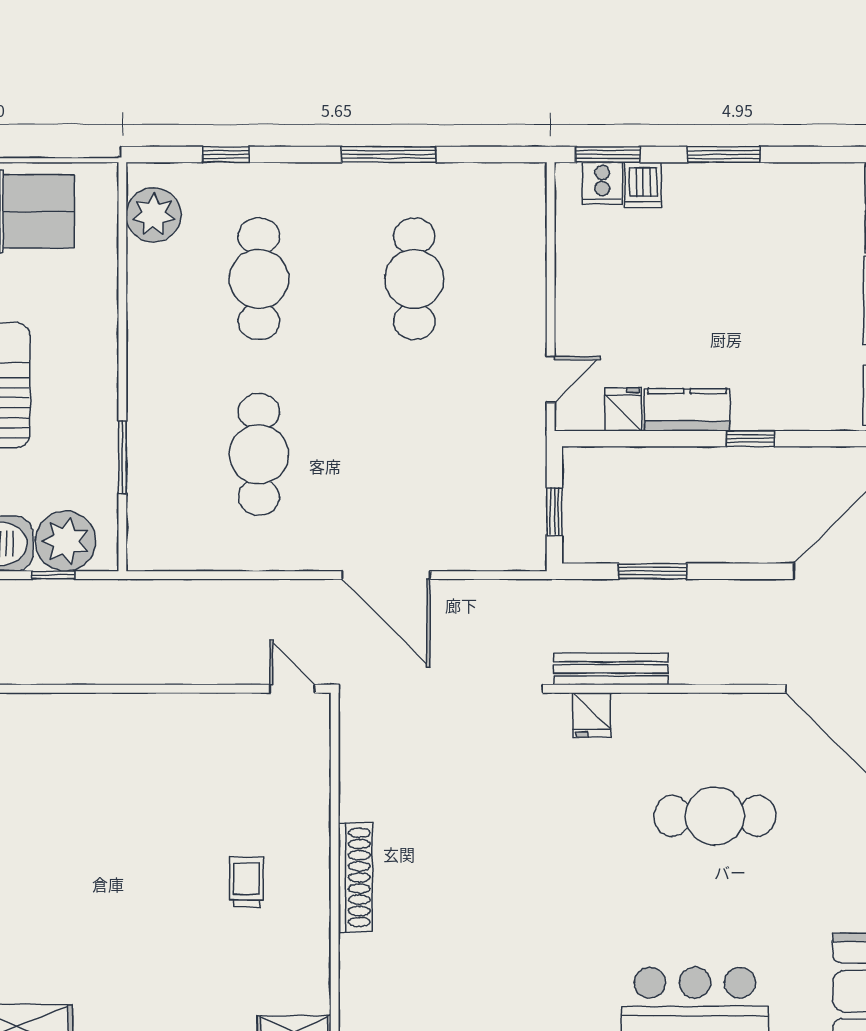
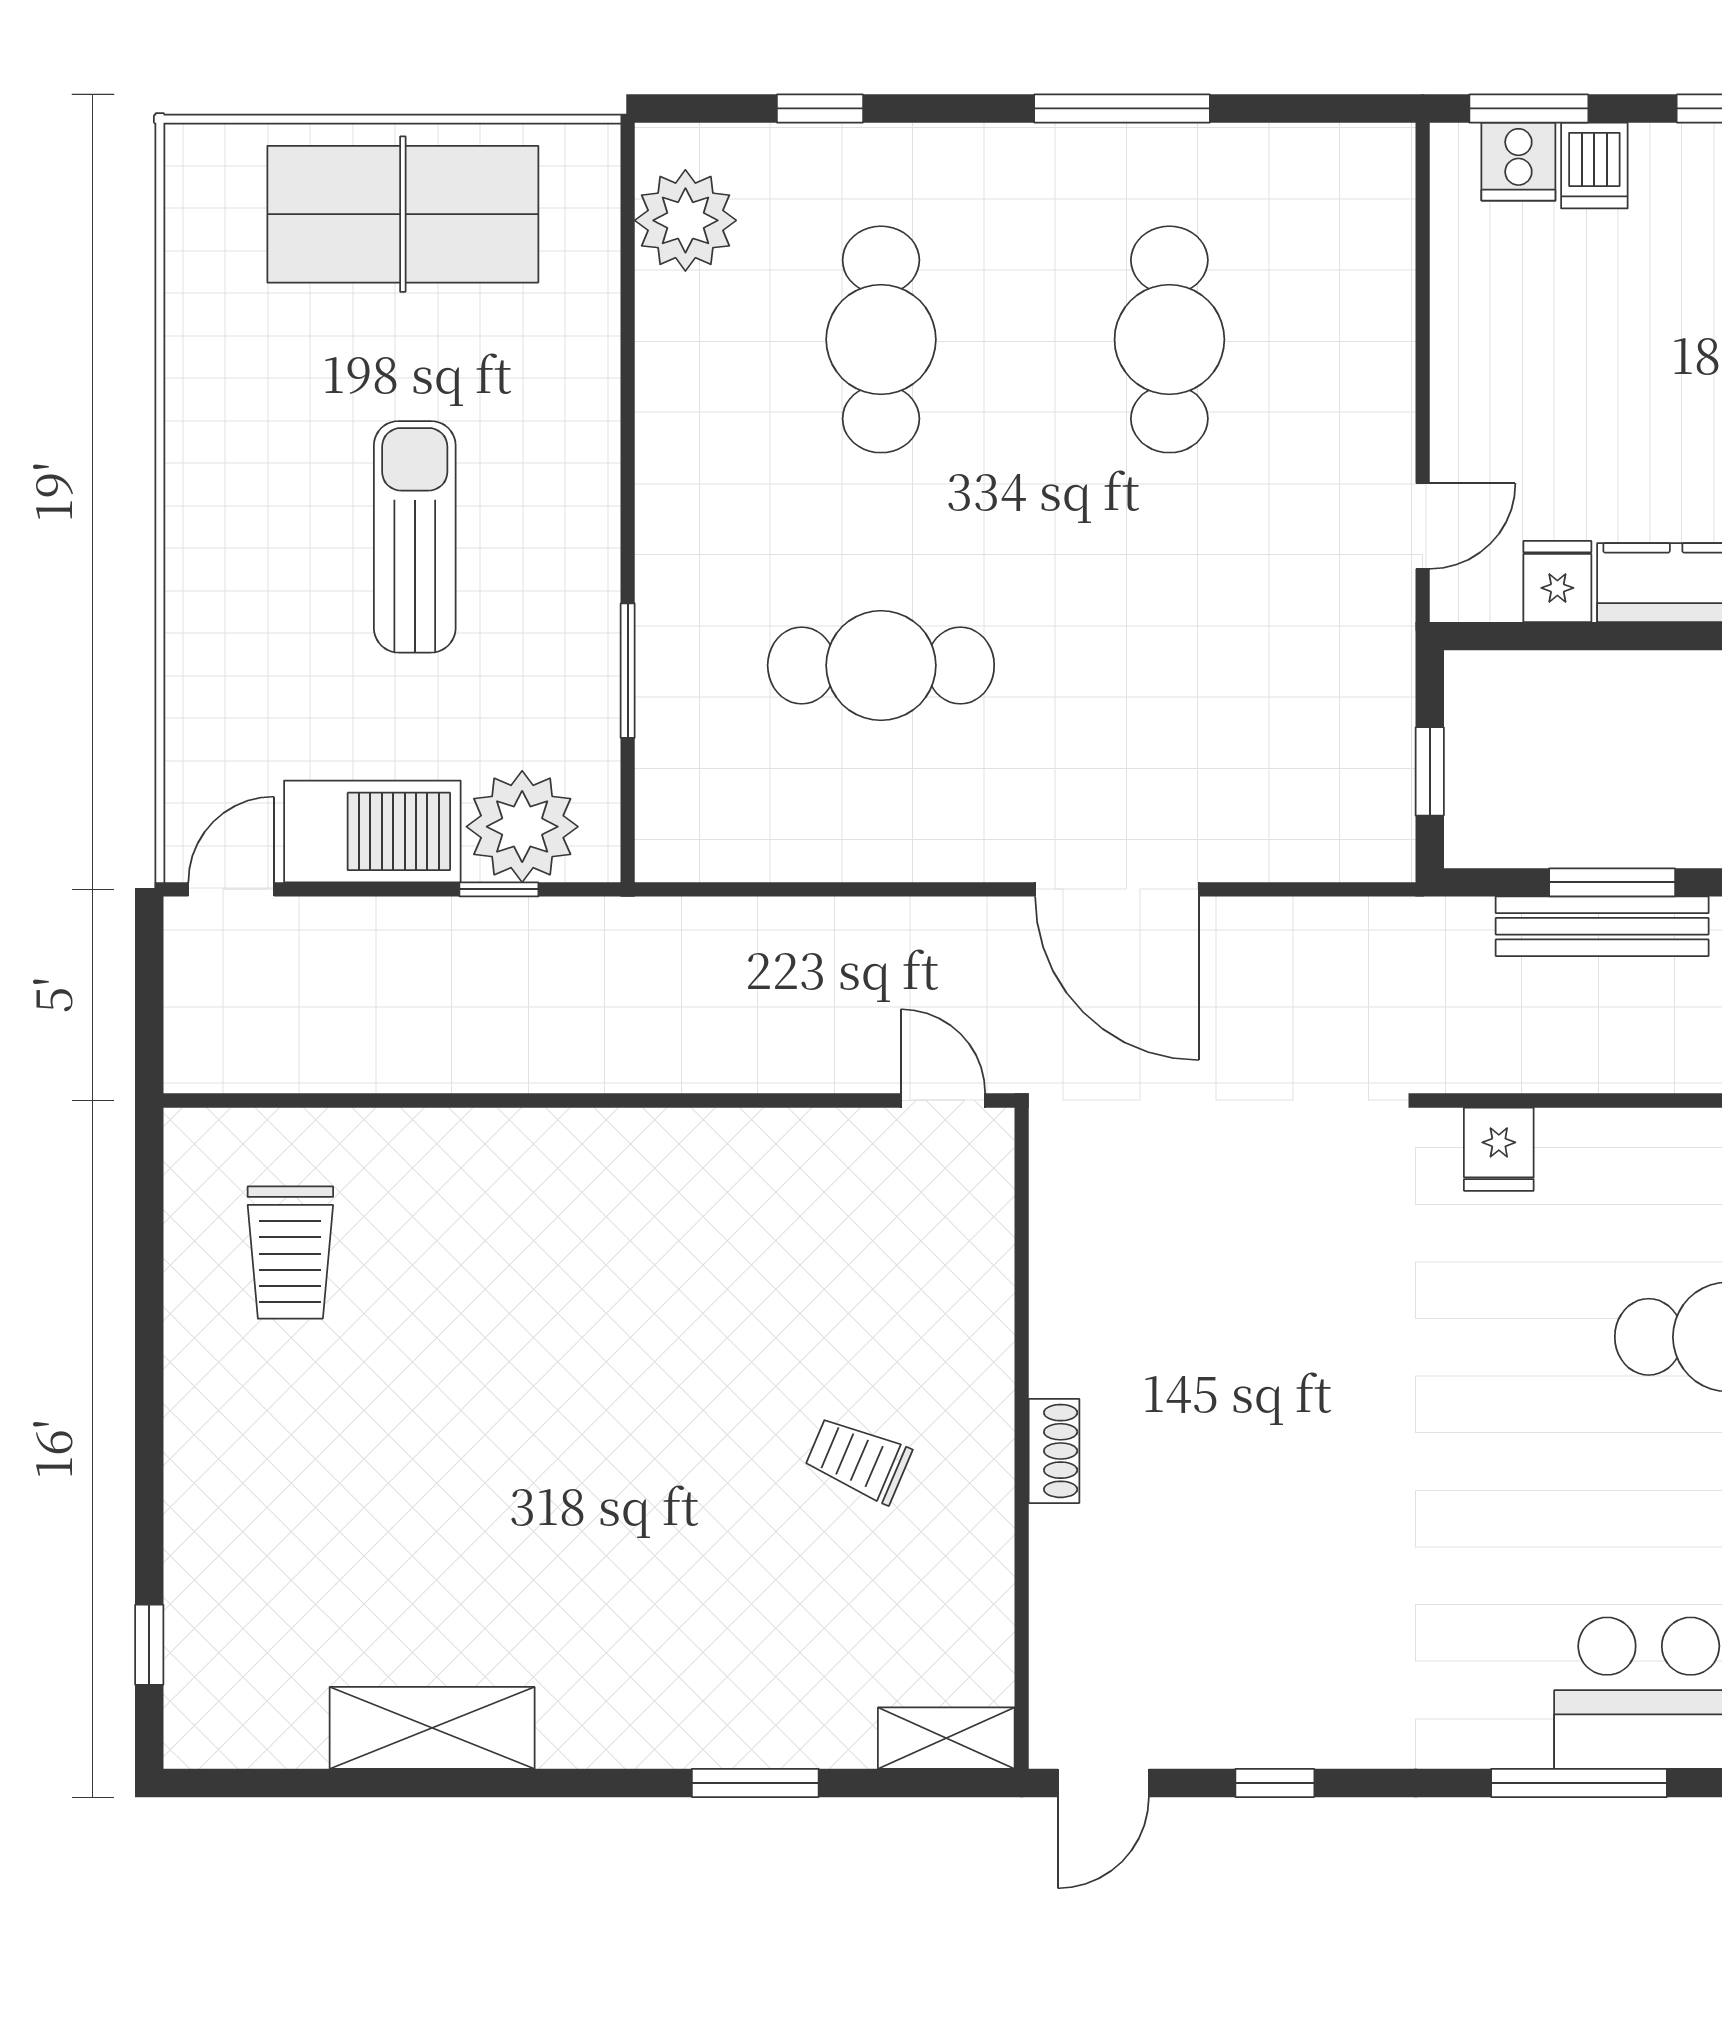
cafe table: (259, 454) -> (881, 665), turned 90
bench: (611, 669) -> (1602, 926), moved
shoe rack: (355, 877) -> (1054, 1451), width x0.51, depth x0.81
trolley: (247, 882) -> (858, 1460), turned -67

